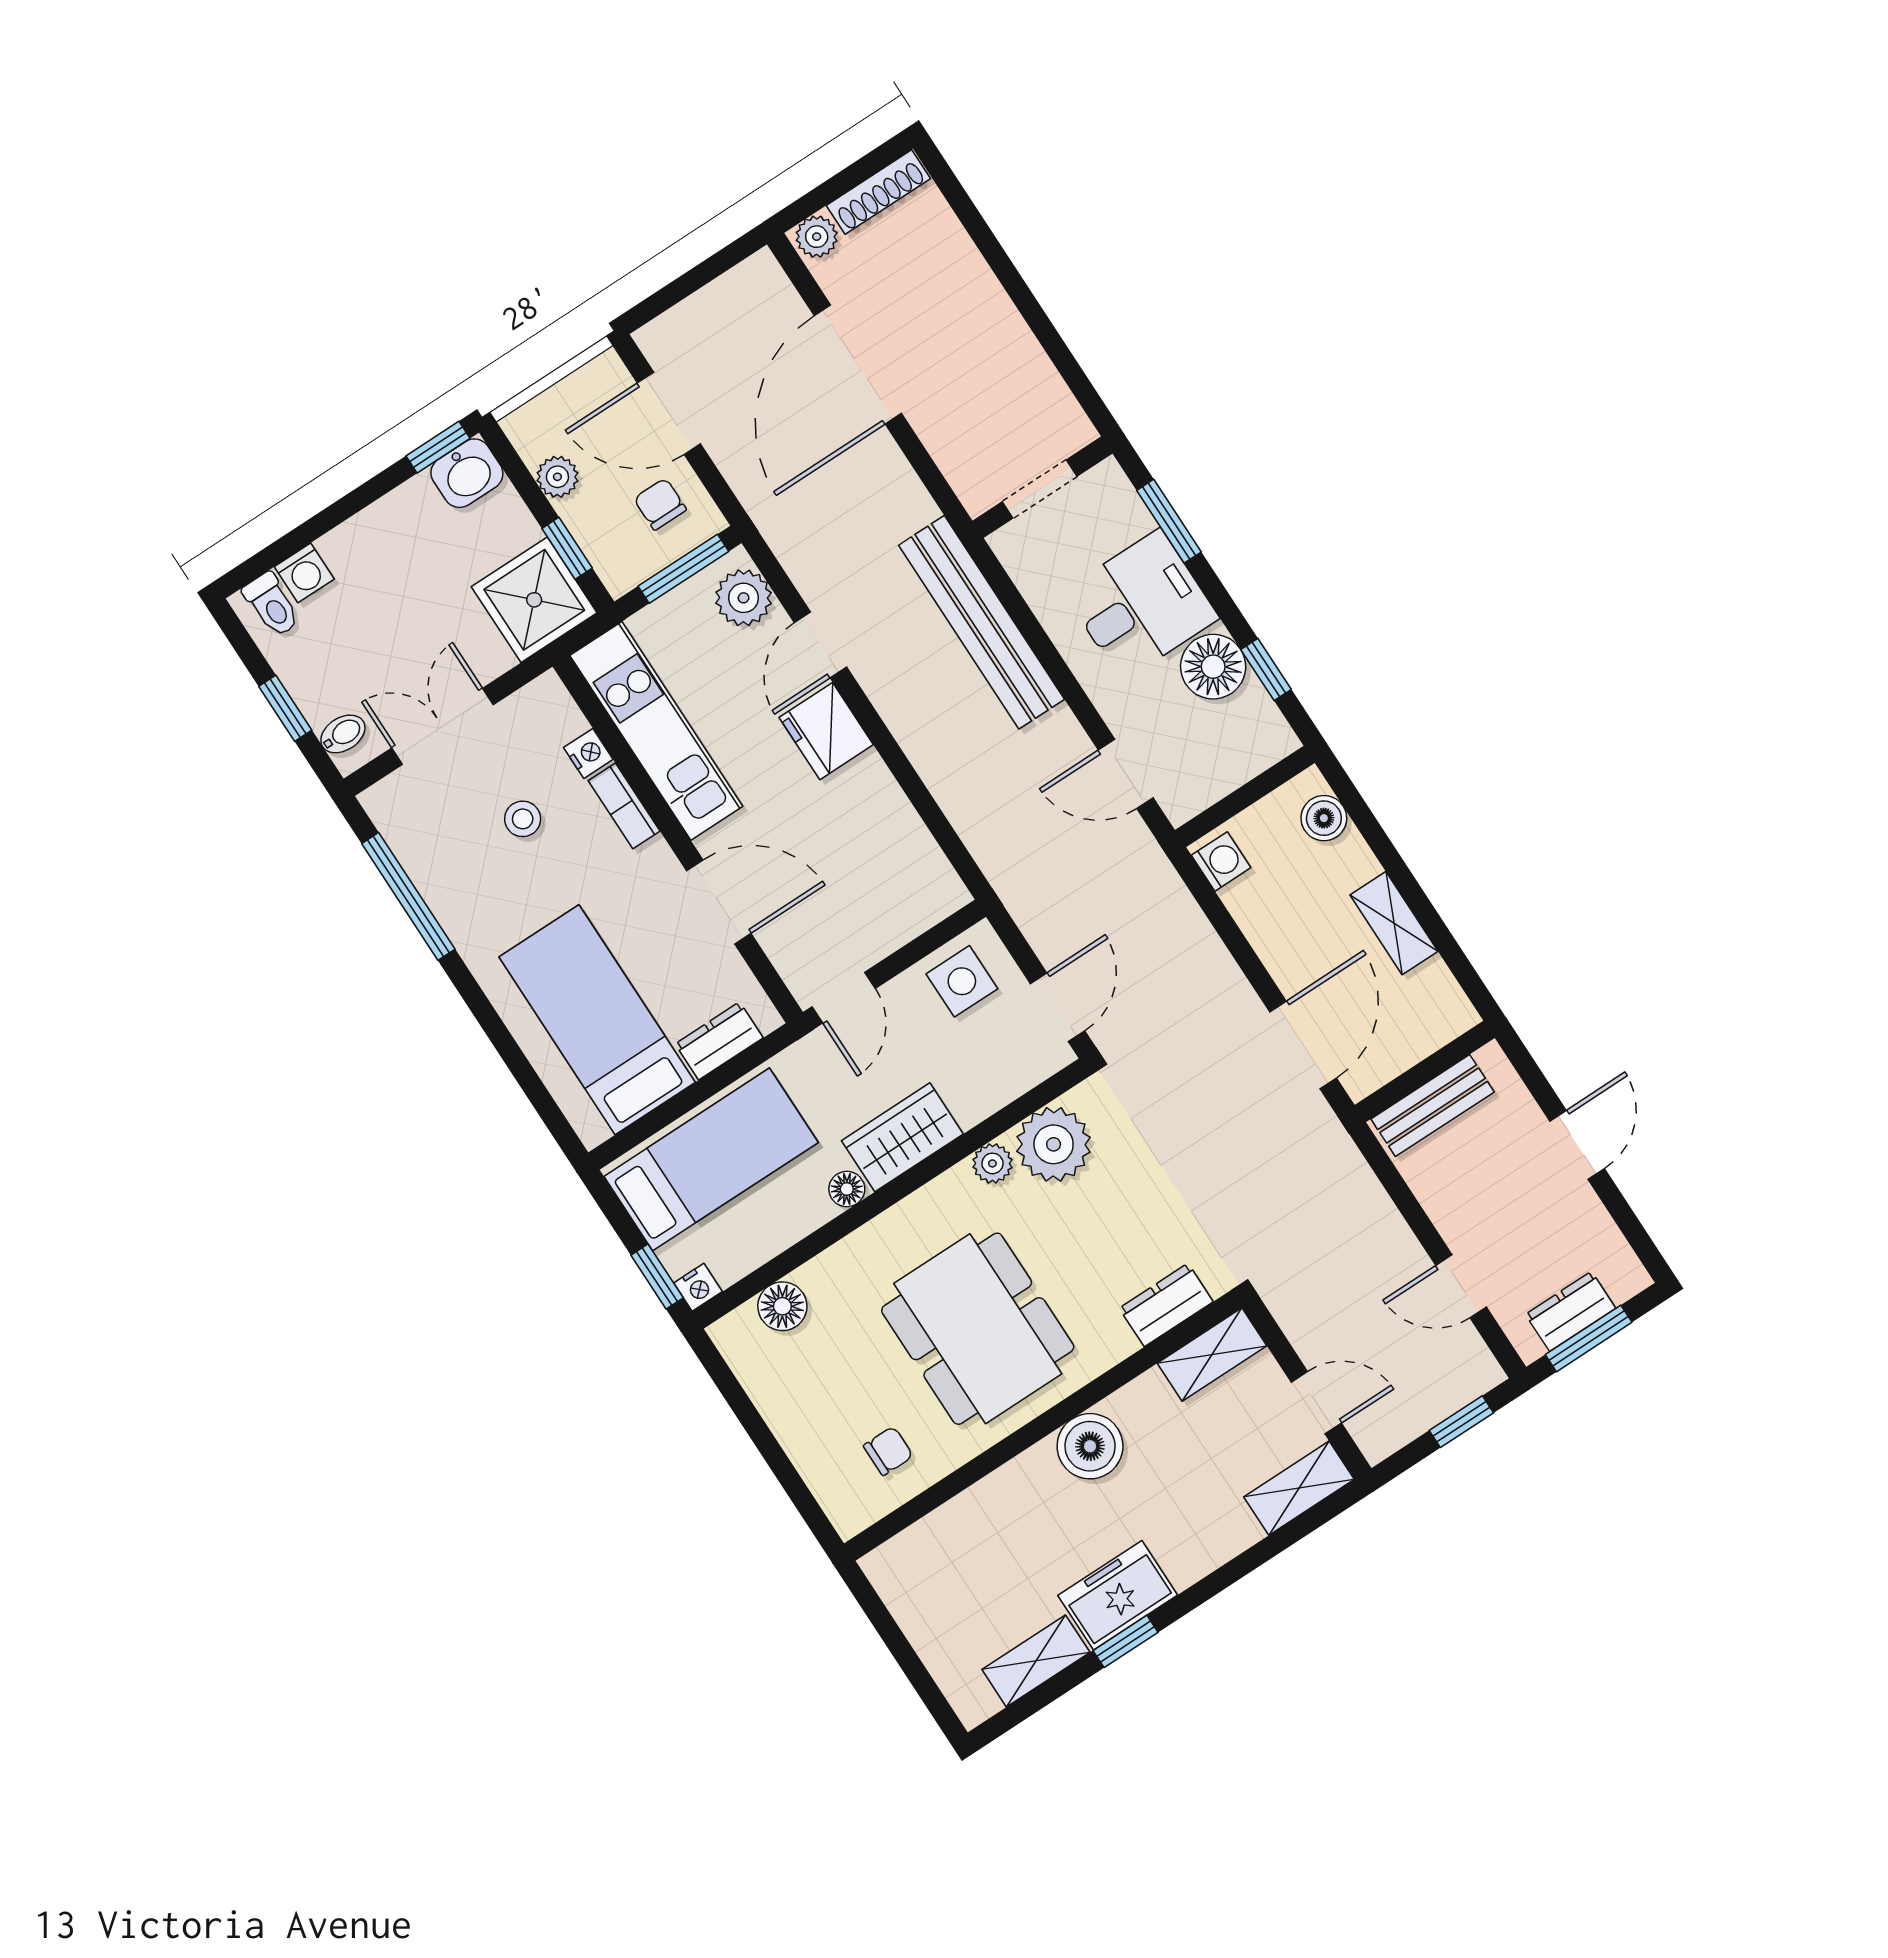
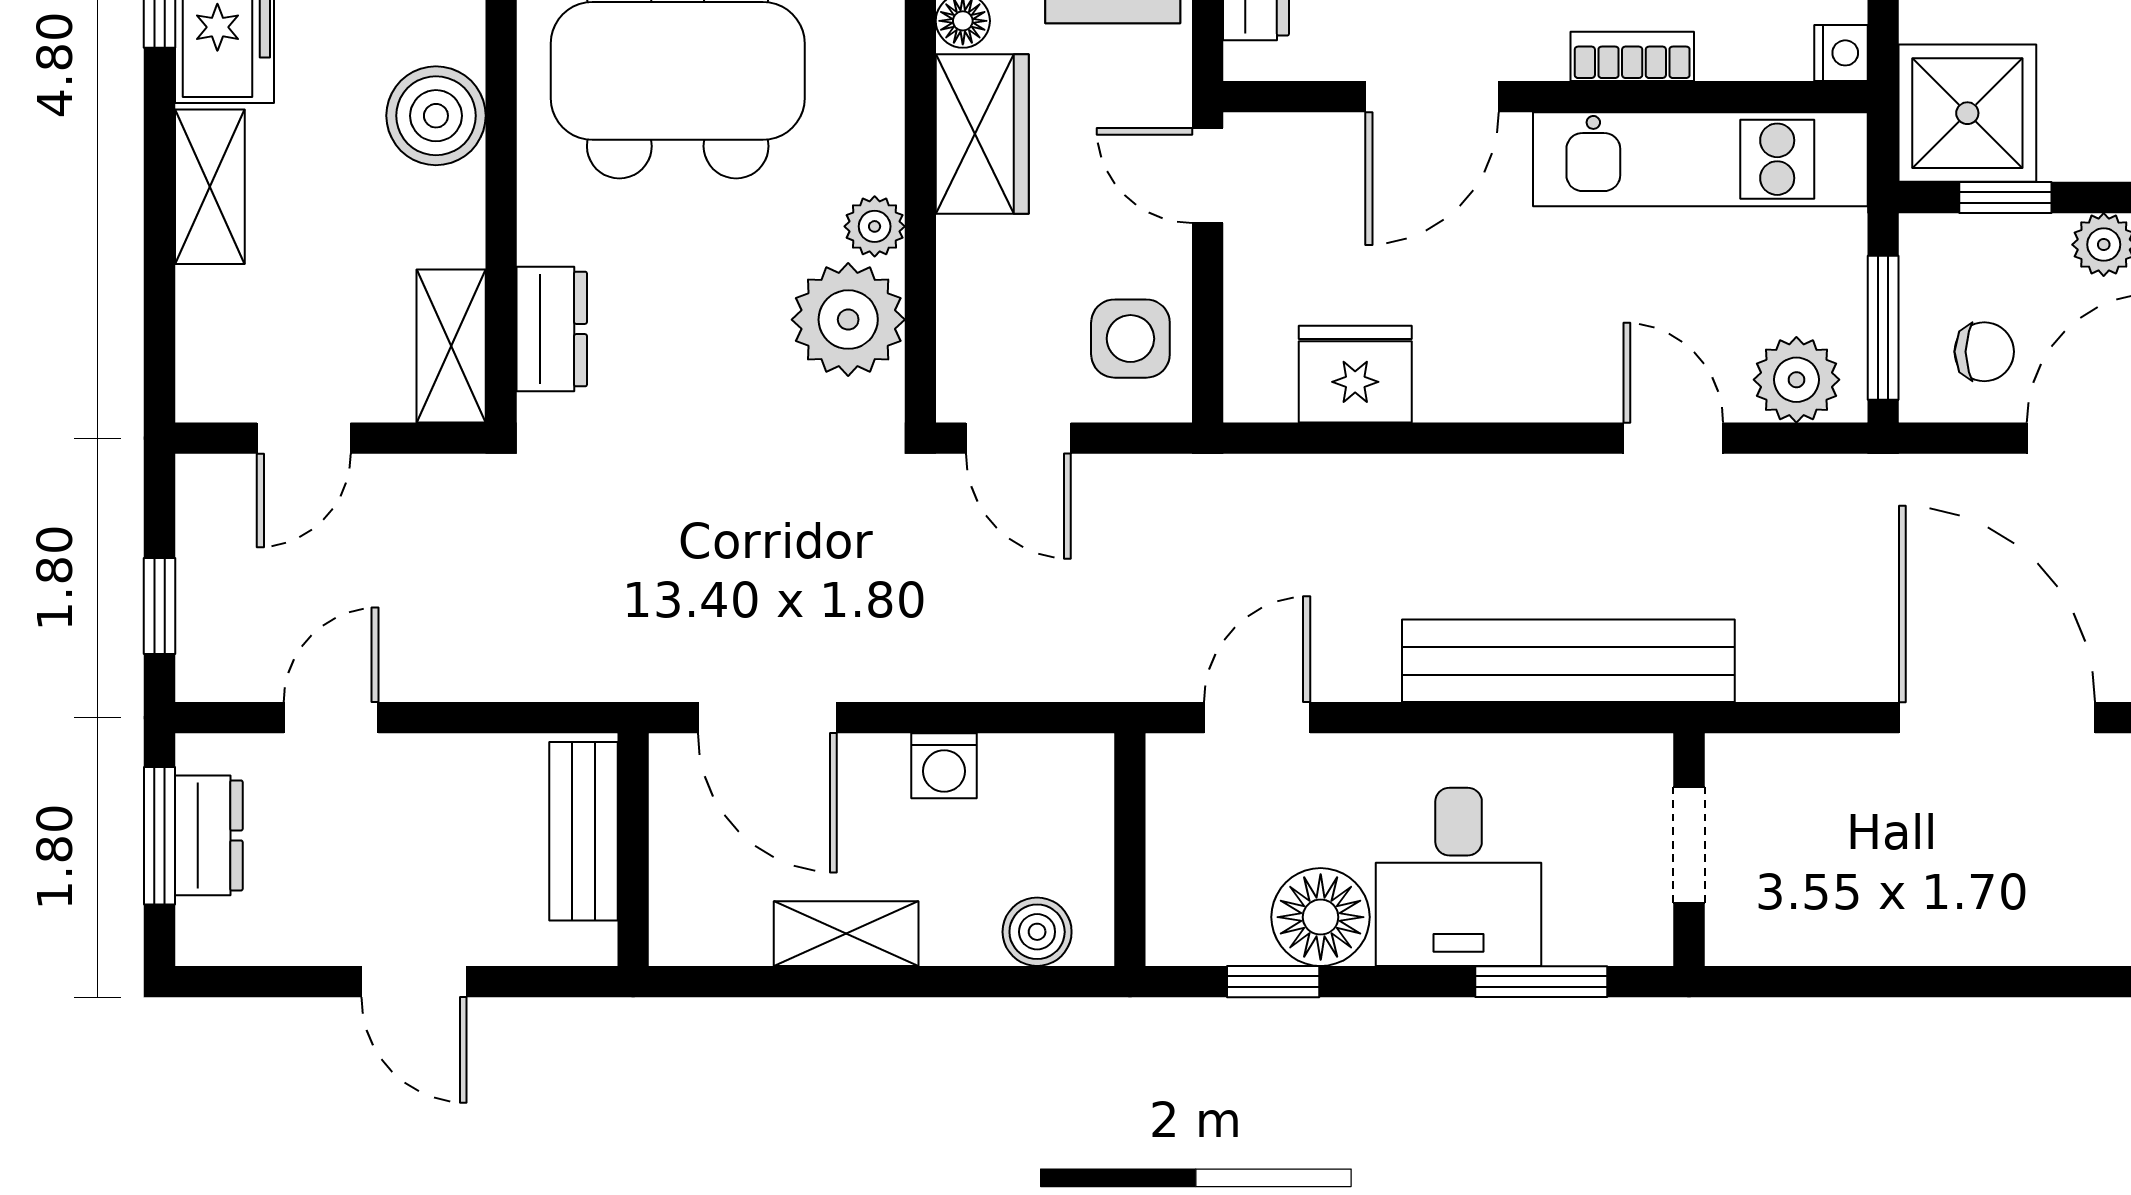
fridge: (826, 731) -> (1355, 374), moved
nightstand: (588, 753) -> (1841, 53), moved, turned -90
washing machine: (1221, 861) -> (944, 766), moved
shelving: (1299, 1488) -> (210, 187), moved

